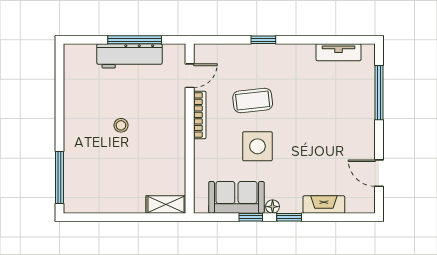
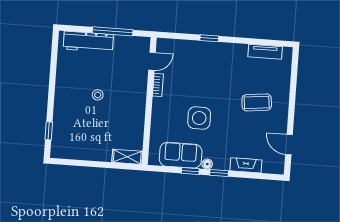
workbench: (129, 56) -> (88, 42), moved
window: (379, 93) -> (293, 84), removed
coffee table: (253, 100) -> (257, 102), moved
bookcase: (200, 115) -> (158, 85), width x0.64
window: (60, 178) -> (49, 131), width x0.46

